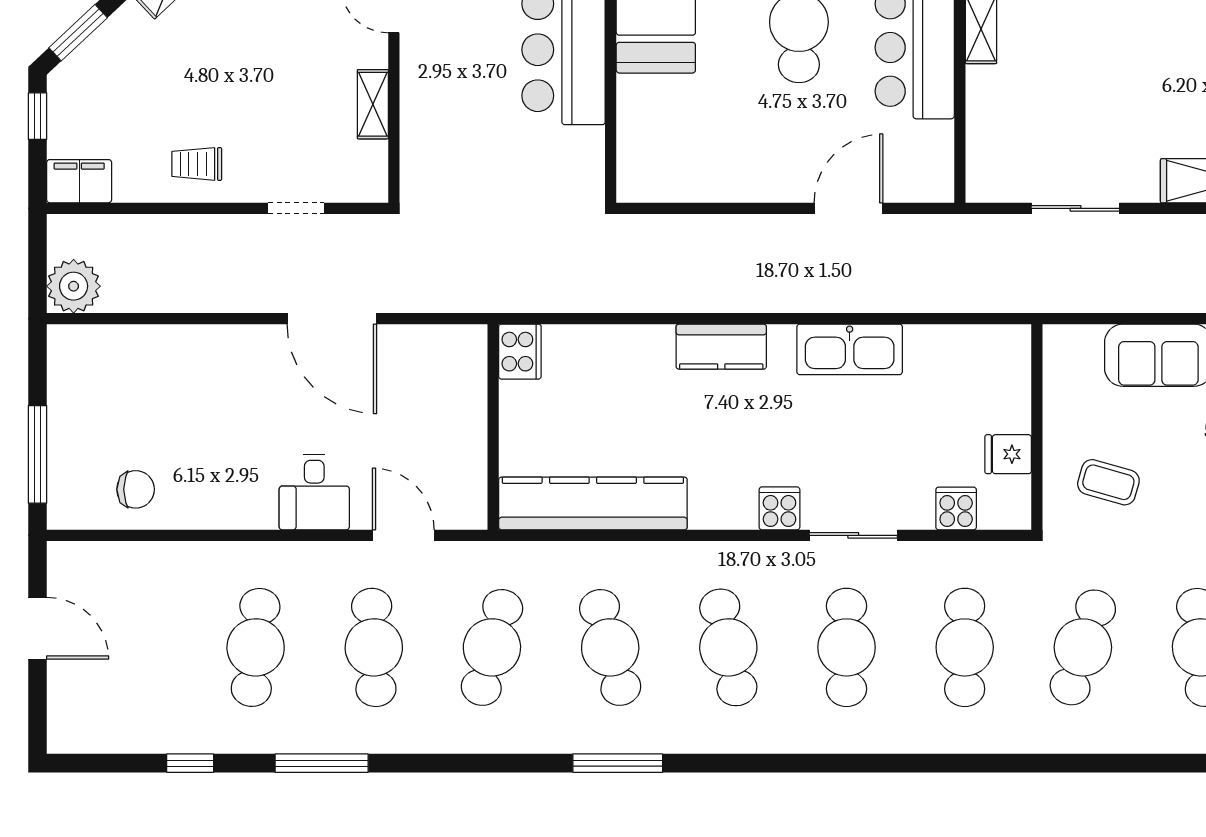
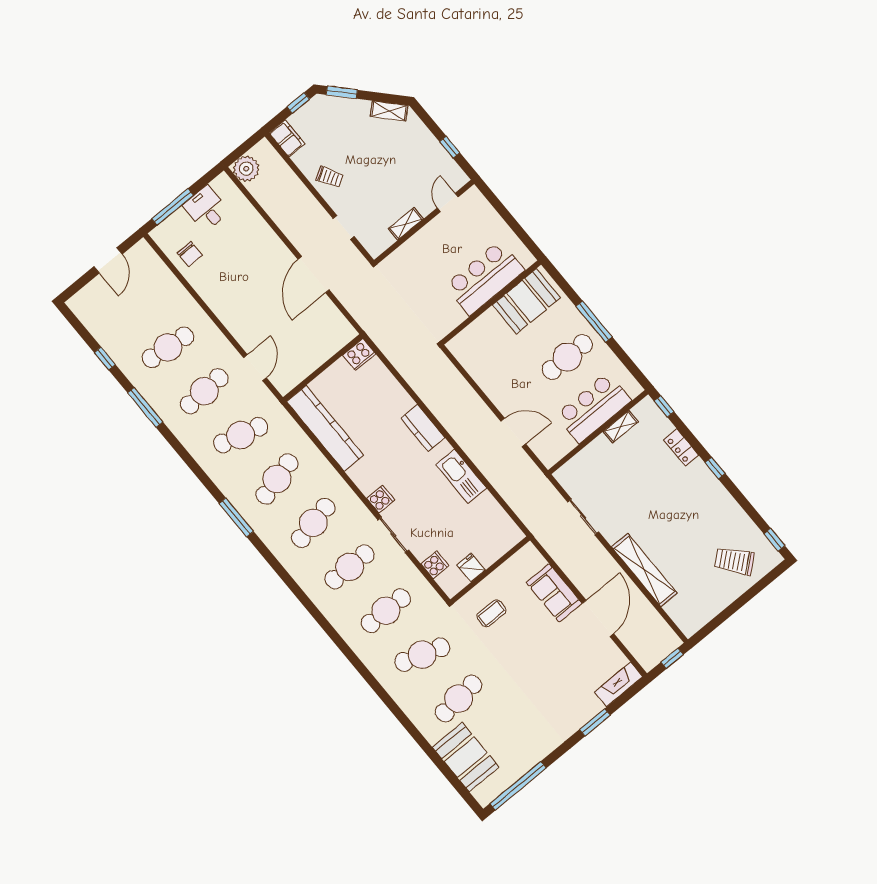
trolley: (197, 164) -> (329, 177), turned 149
coffee table: (1108, 482) -> (491, 613), turned 75
desk: (314, 492) -> (206, 209), moved, turned 90

